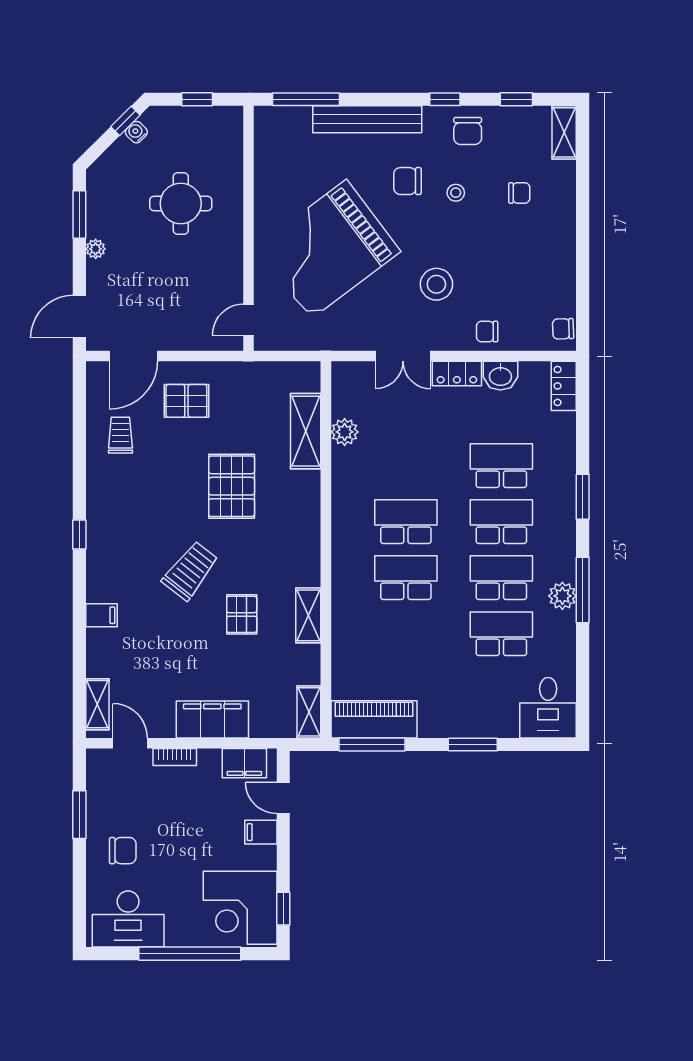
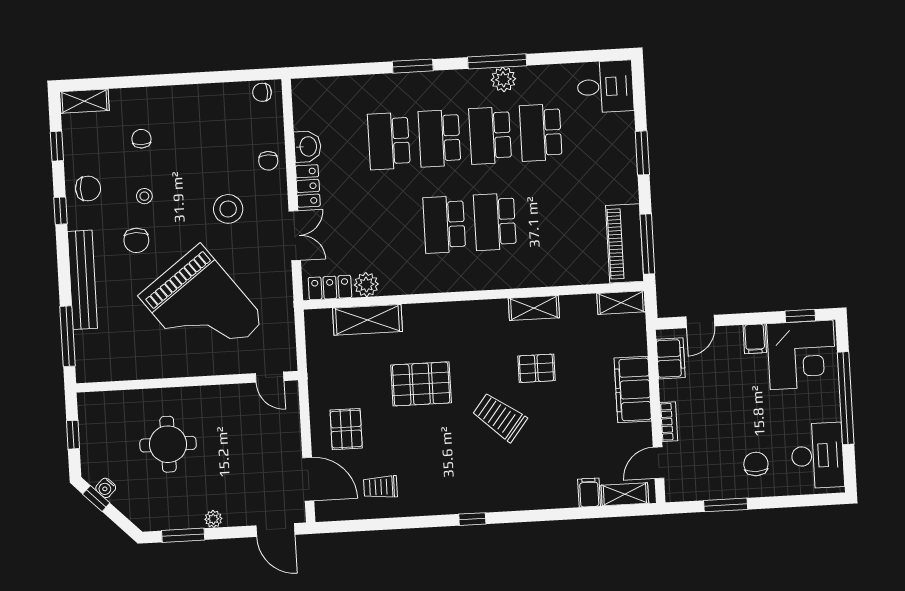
chair: (563, 329) -> (262, 92), turned 92
locker: (564, 386) -> (330, 288), moved, turned 180
filing cabinet: (101, 615) -> (589, 493), moved
filing cabinet: (261, 832) -> (755, 339), moved

